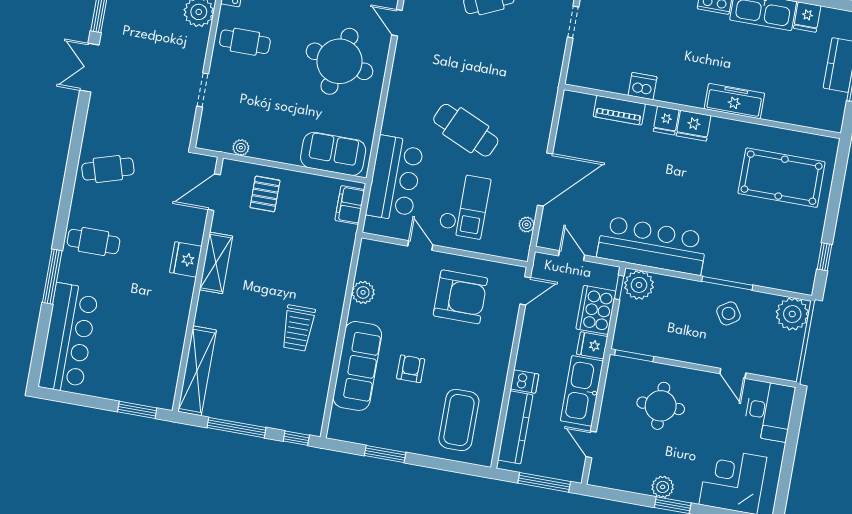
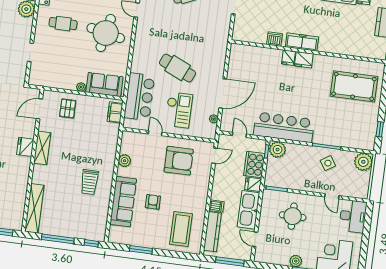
cafe table: (245, 42) -> (63, 24), moved
freezer: (734, 101) -> (302, 42), moved
piano: (619, 110) -> (262, 53), removed
plant: (241, 148) -> (81, 87), moved

